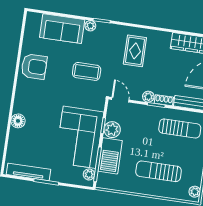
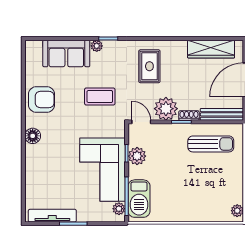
plant: (148, 97) -> (166, 109), width x1.87, depth x1.87
floor lamp: (18, 121) -> (33, 136), moved
barbecue: (110, 156) -> (139, 199), moved
sun lounger: (159, 171) -> (194, 194), removed

